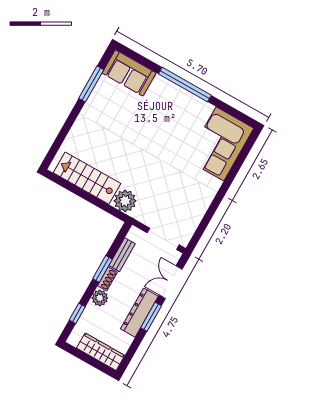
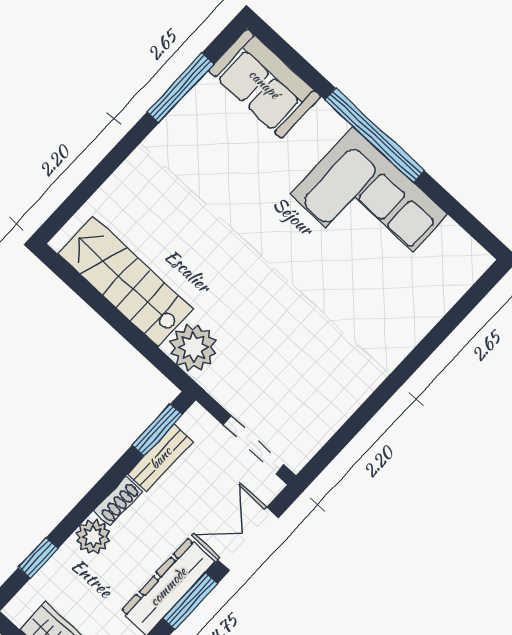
corner sofa: (220, 144) -> (369, 204), moved, turned -90
window: (103, 269) -> (157, 430), moved

